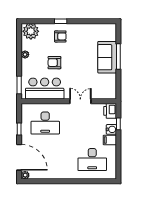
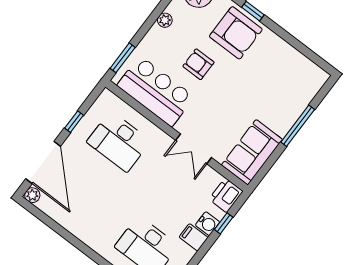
armchair: (60, 36) -> (236, 33), width x1.88, depth x1.88
sofa: (107, 57) -> (252, 152), moved
double door: (80, 101) -> (194, 149), swing flipped

